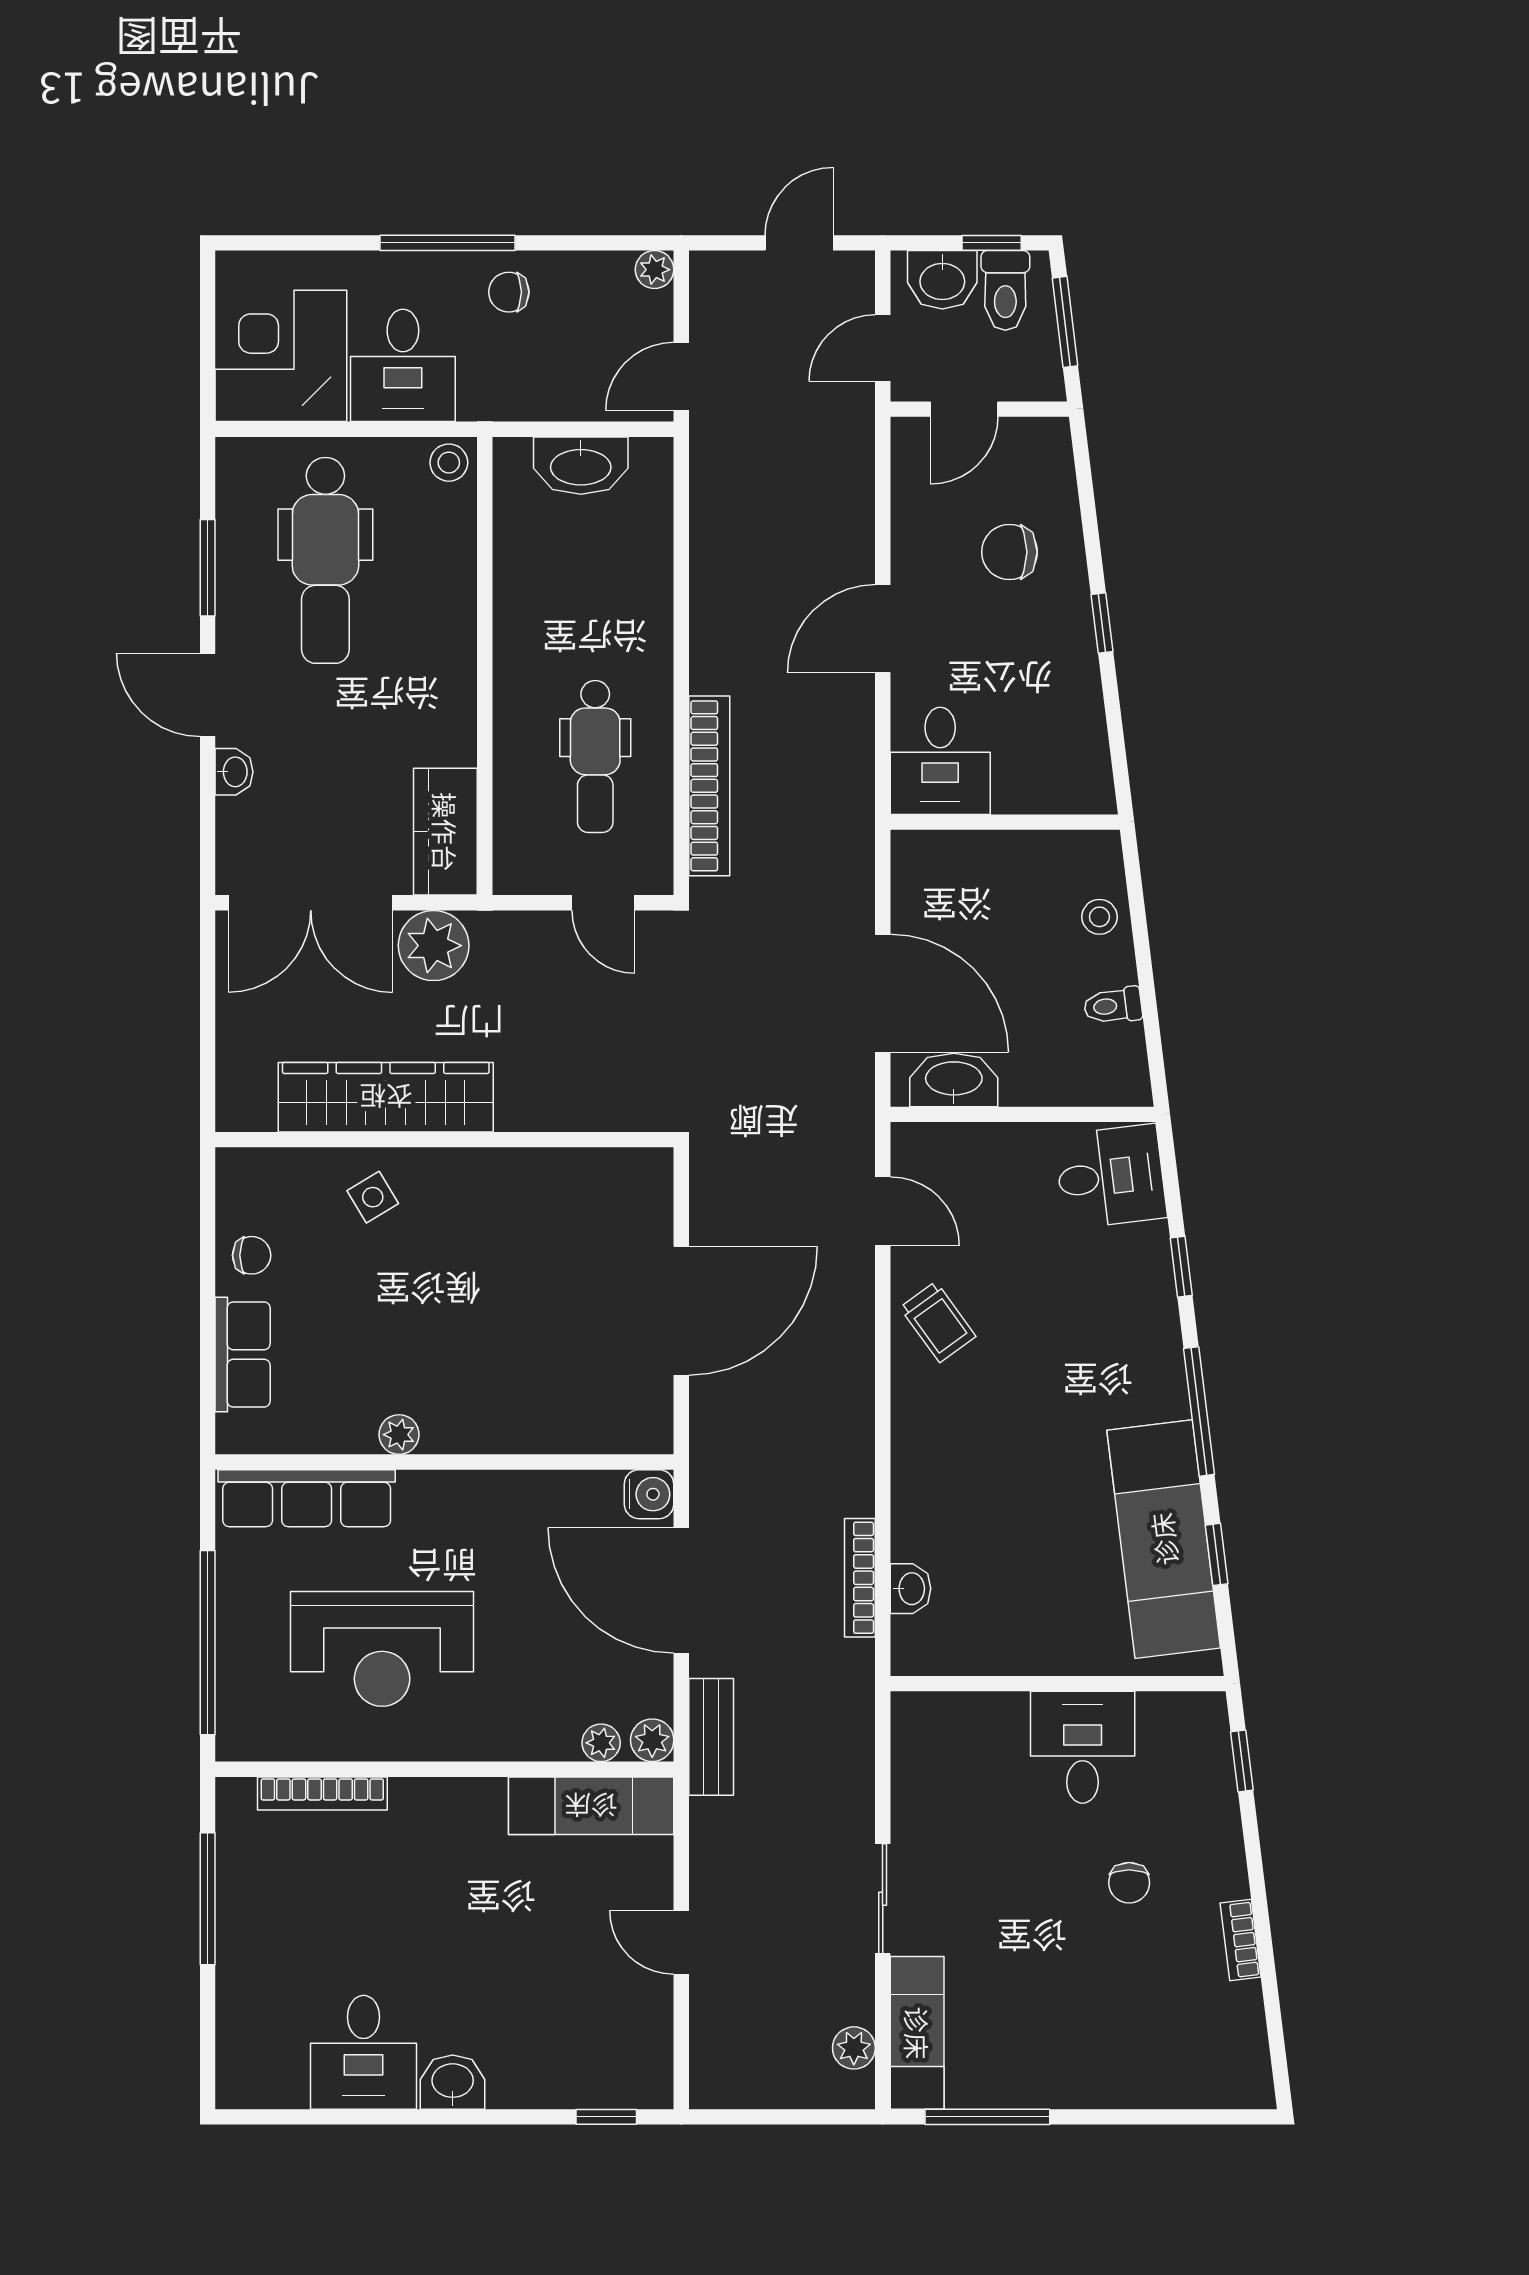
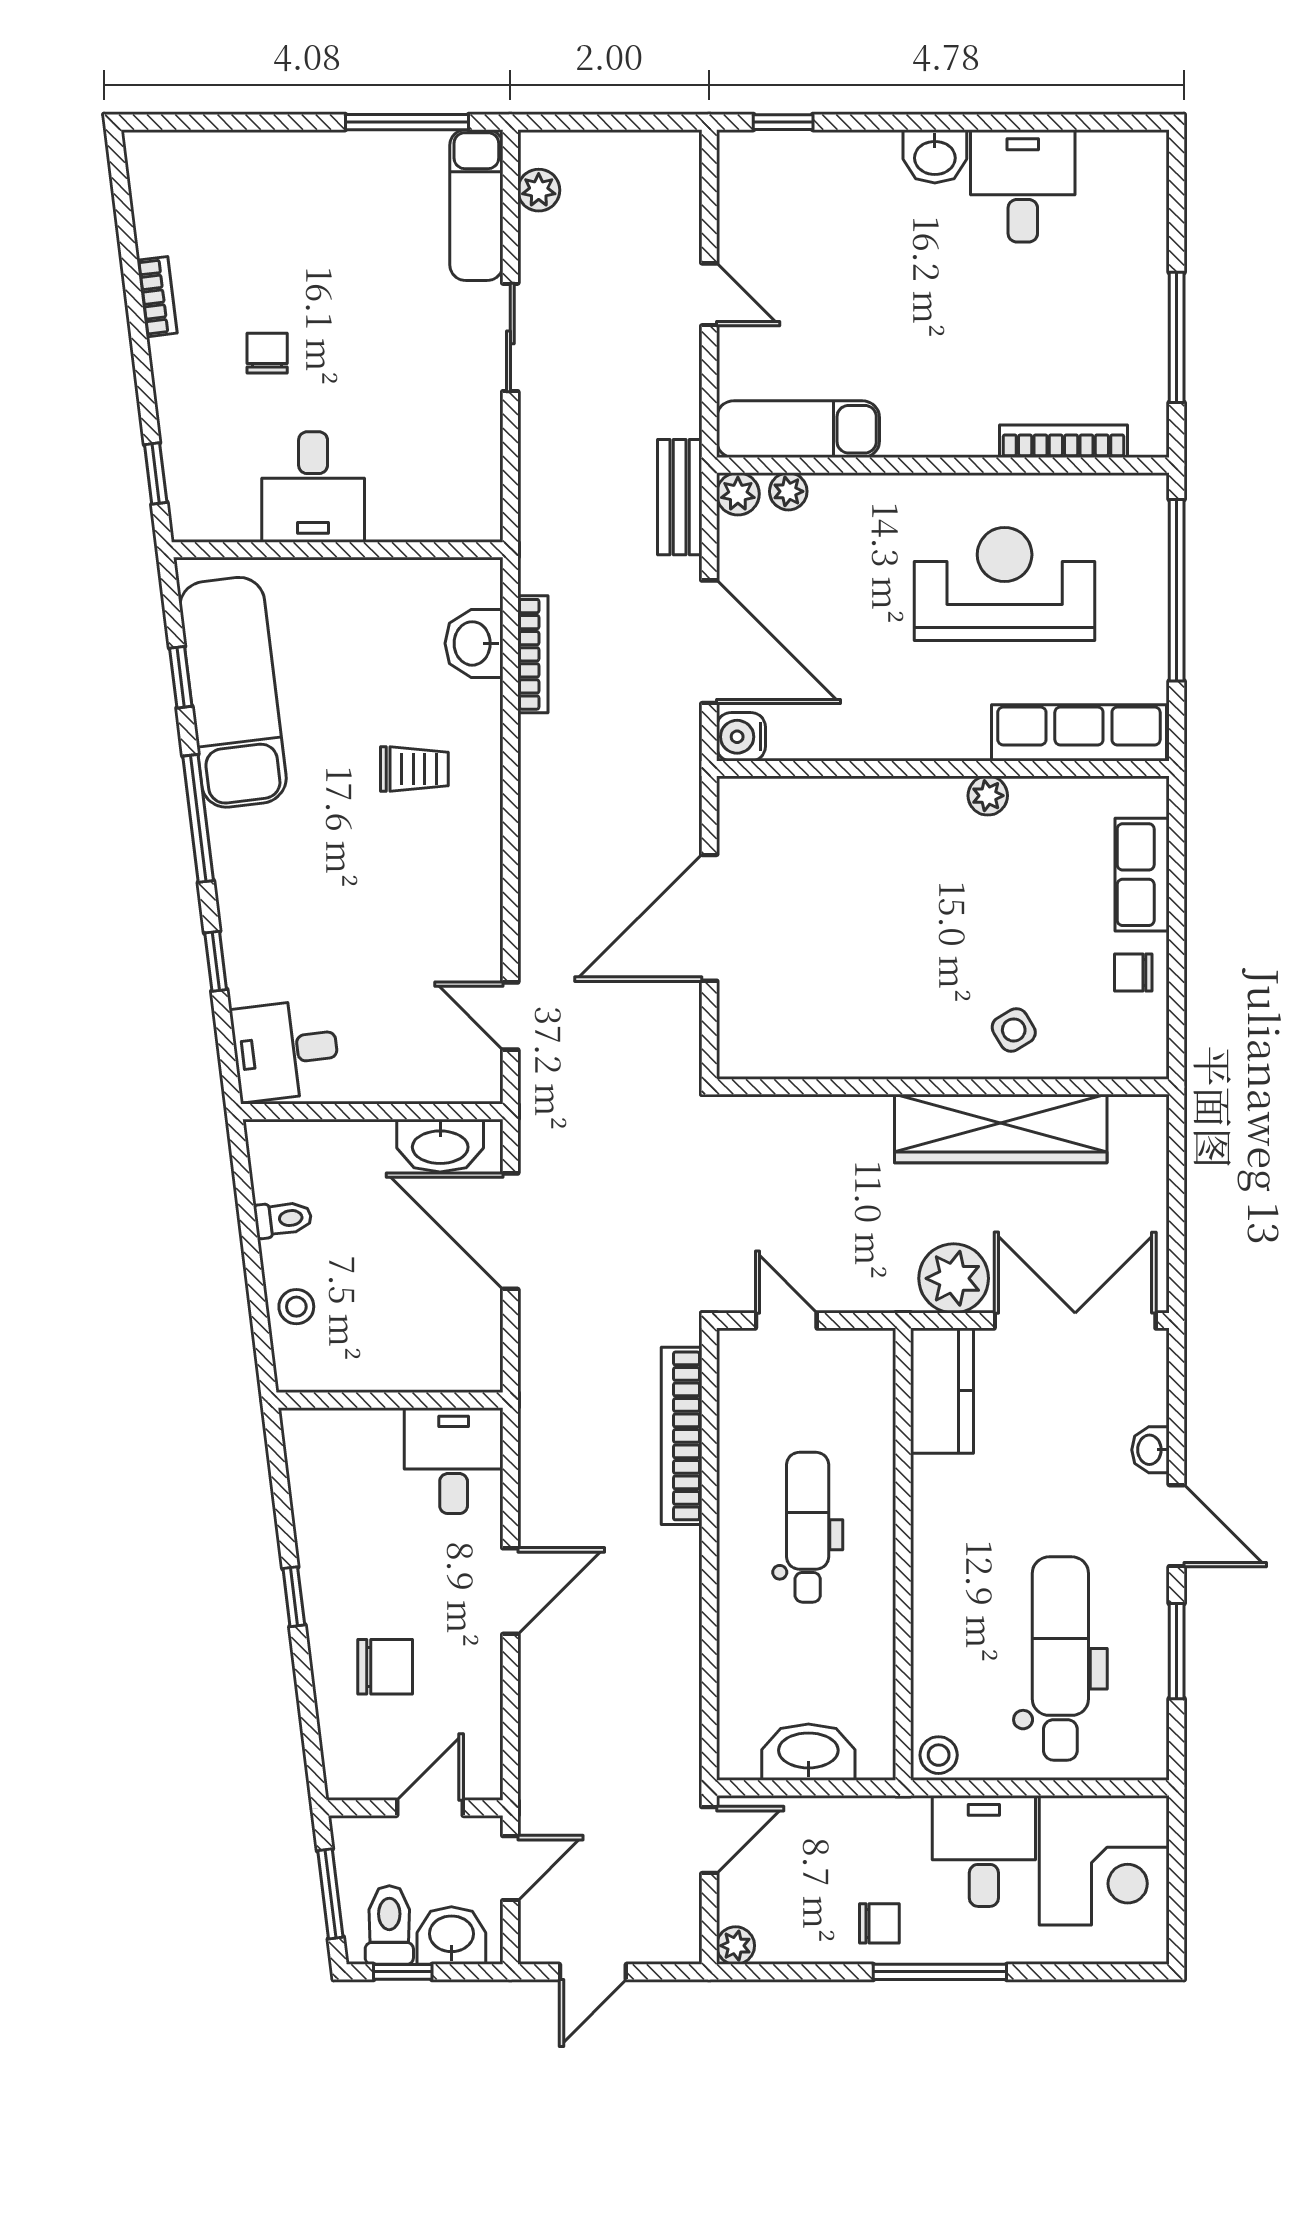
dental chair: (595, 757) -> (808, 1527), moved
trolley: (938, 1322) -> (414, 769), moved, turned 126
washbasin: (911, 1589) -> (474, 643), width x1.38, depth x1.45

